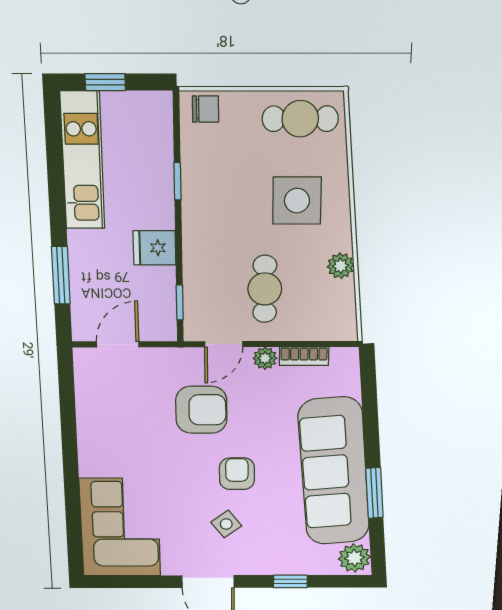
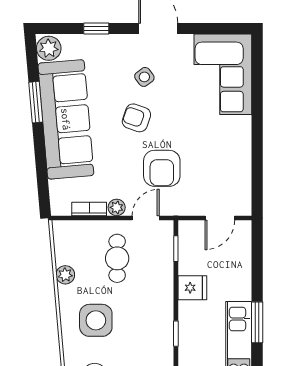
window: (61, 275) -> (257, 322), moved
armchair: (201, 410) -> (162, 168), turned -90
armchair: (237, 474) -> (136, 118), turned 109

